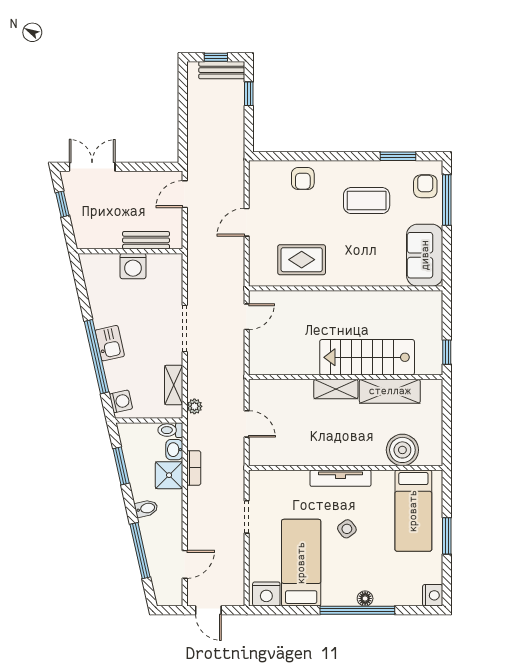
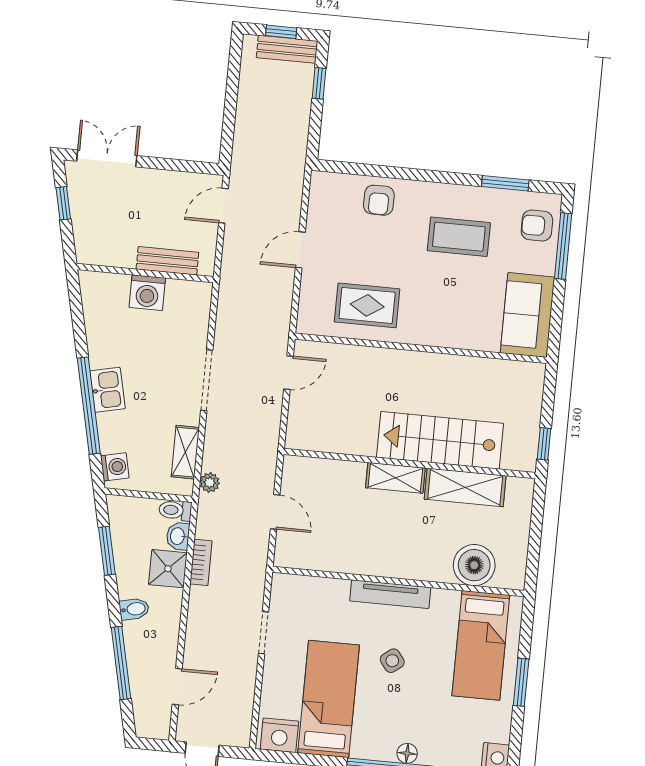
armchair: (425, 186) -> (537, 226), turned -90

